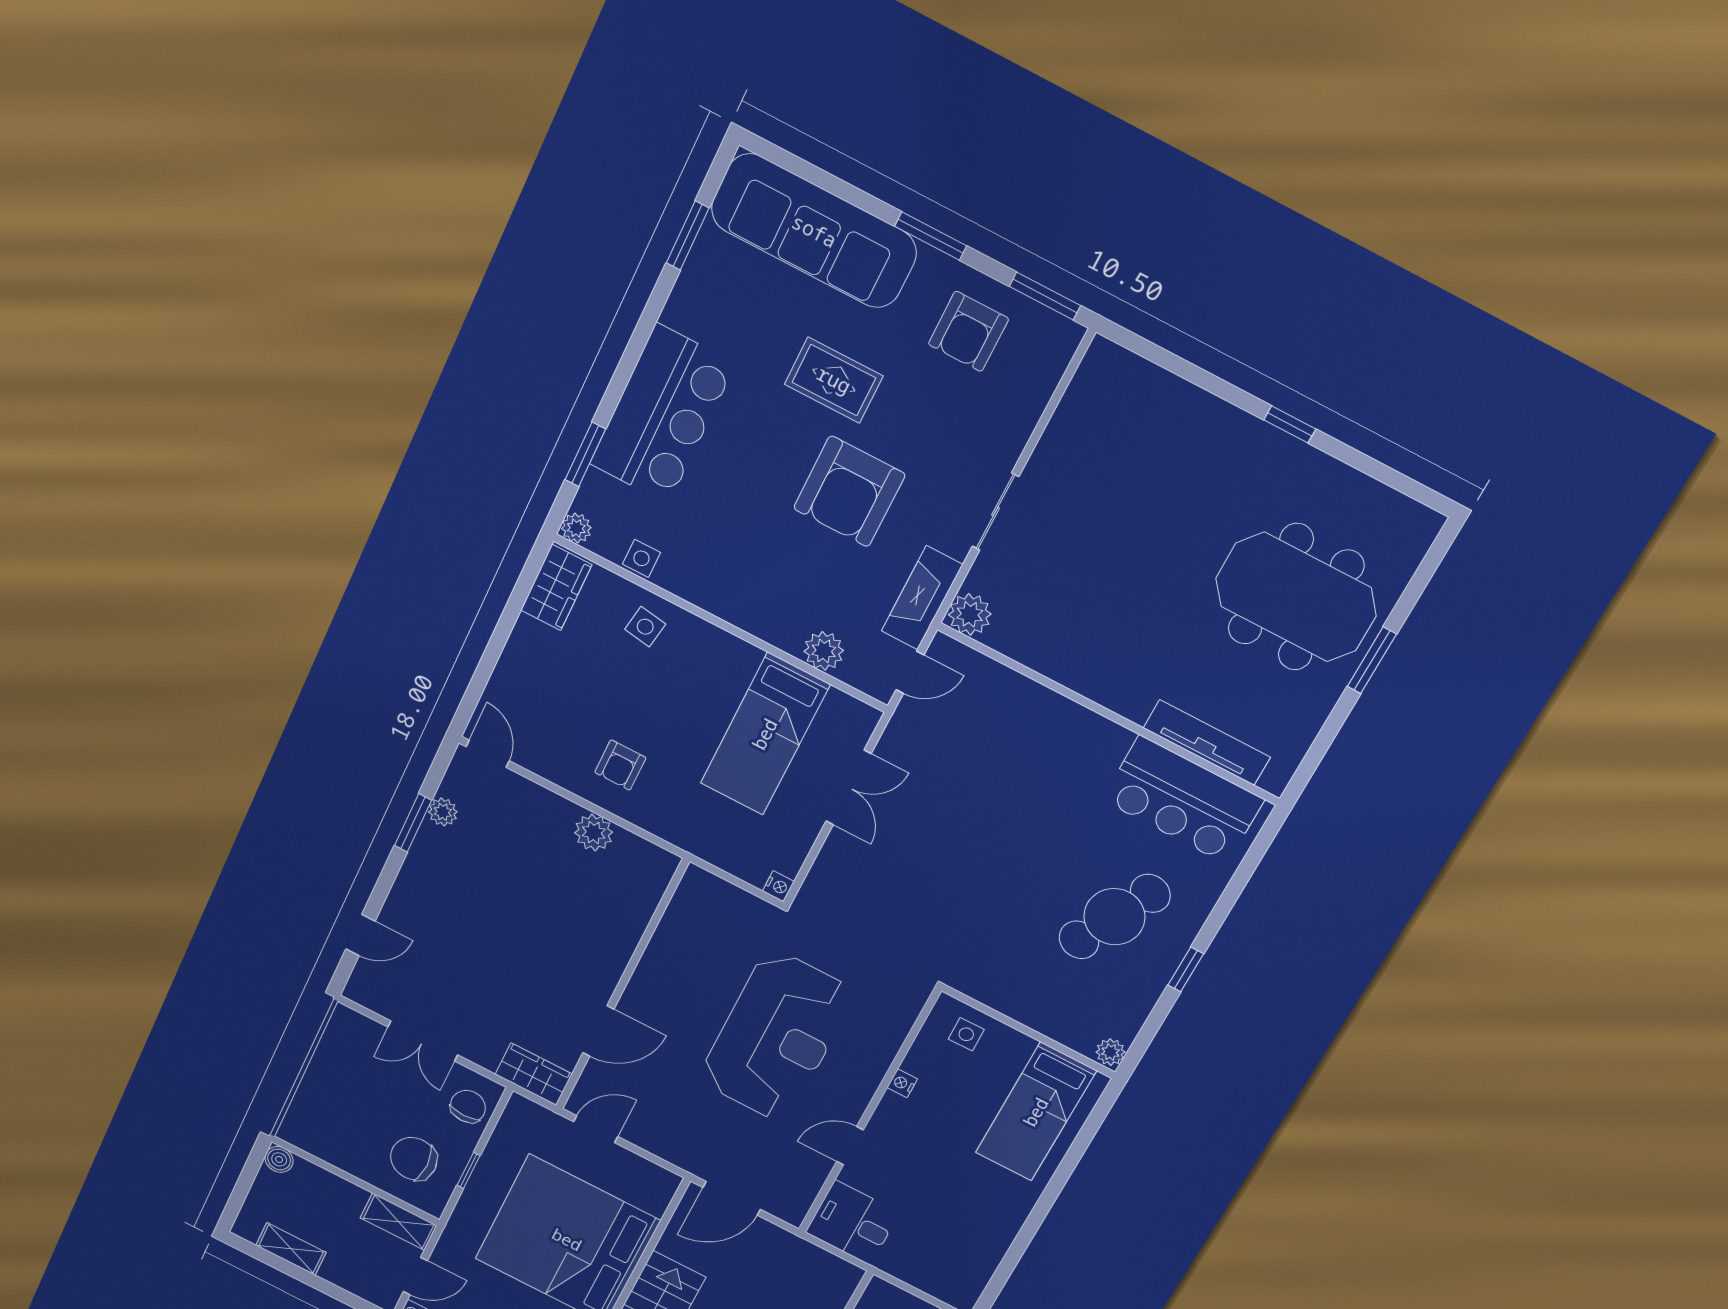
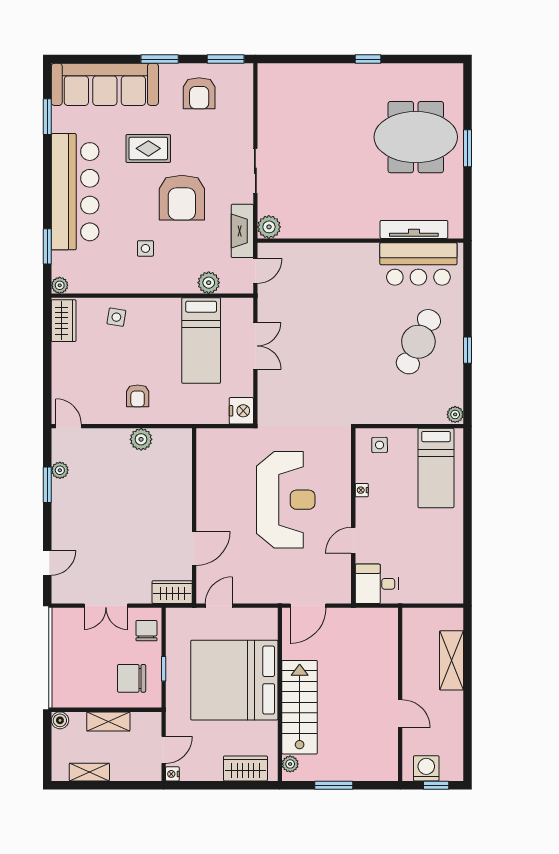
bar counter: (662, 414) -> (75, 192), width x1.36
side table: (641, 558) -> (145, 248), moved
nightstand: (778, 886) -> (241, 411), width x1.89, depth x1.79
shelving: (399, 1222) -> (108, 721), moved

